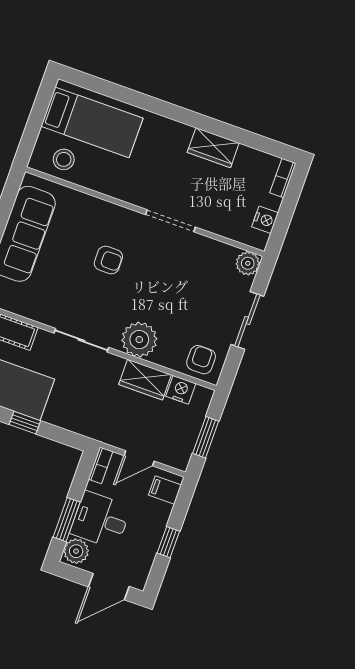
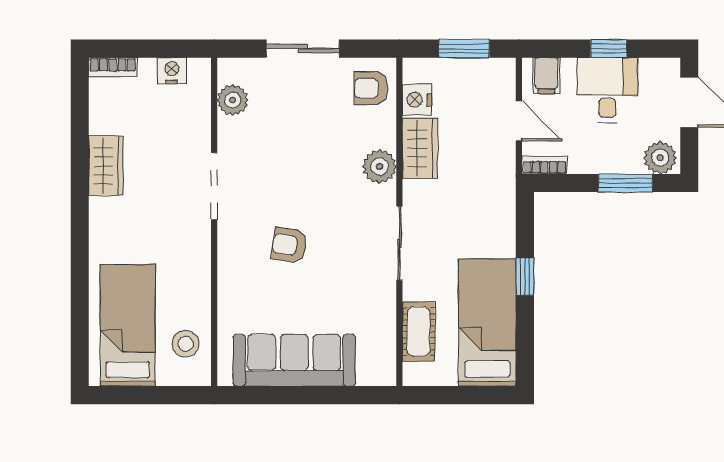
armchair: (108, 260) -> (289, 245), turned -82
plant: (248, 263) -> (233, 100), moved
plant: (139, 340) -> (380, 166), width x0.73, depth x0.73
desk: (101, 520) -> (607, 90), moved, turned 180

